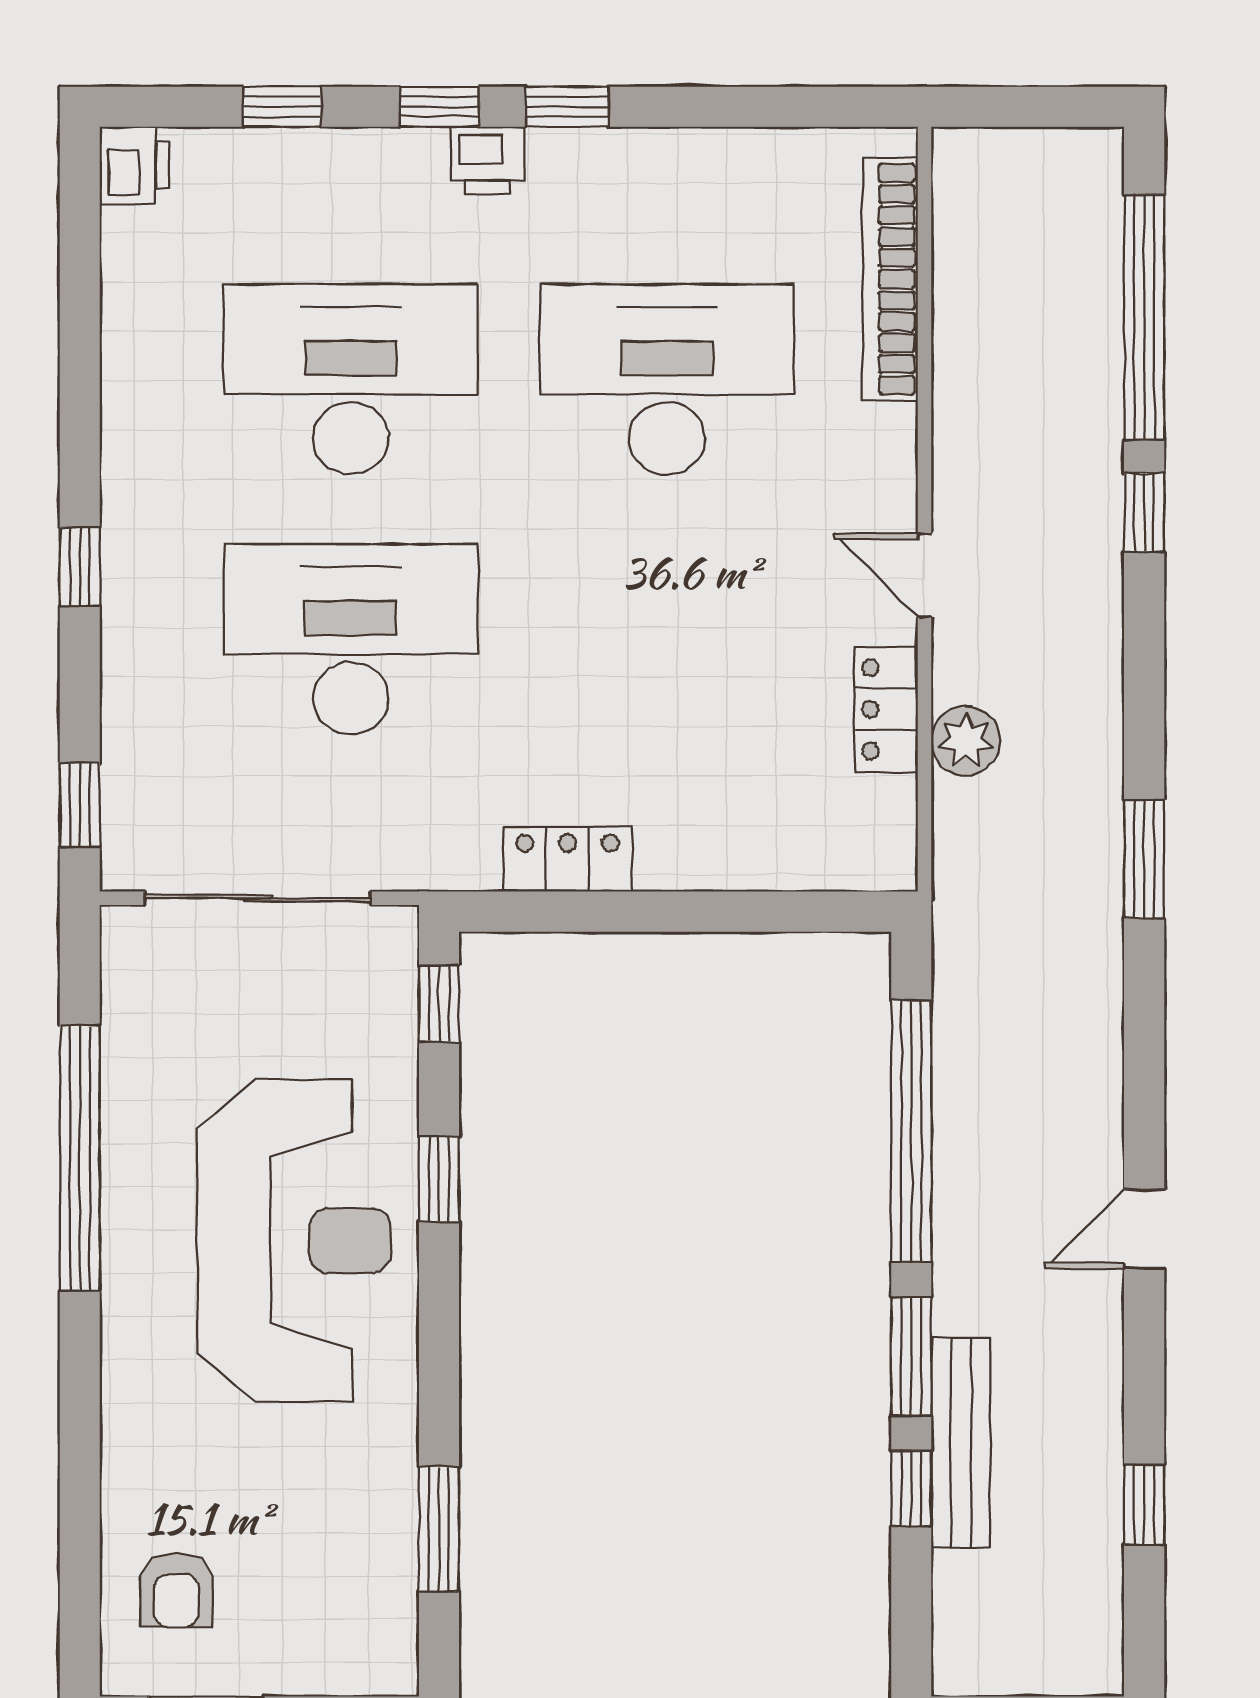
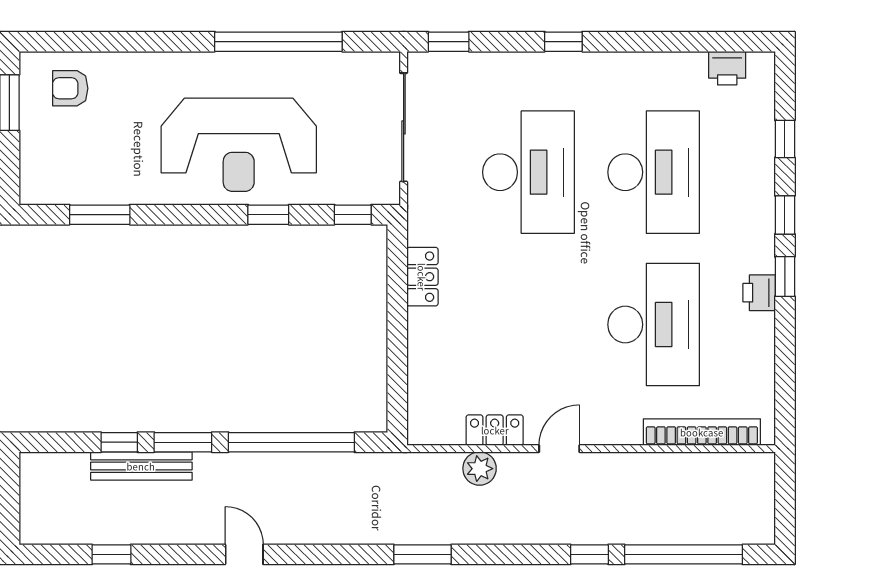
printer: (487, 160) -> (759, 293), moved
printer: (135, 165) -> (727, 68), moved

